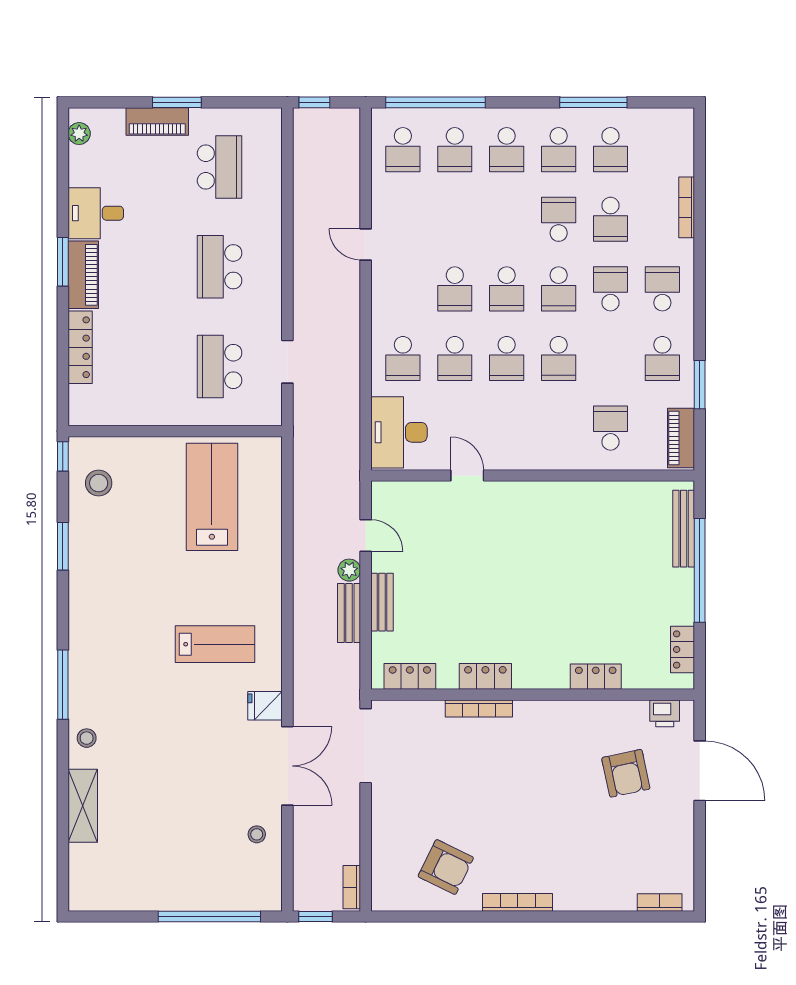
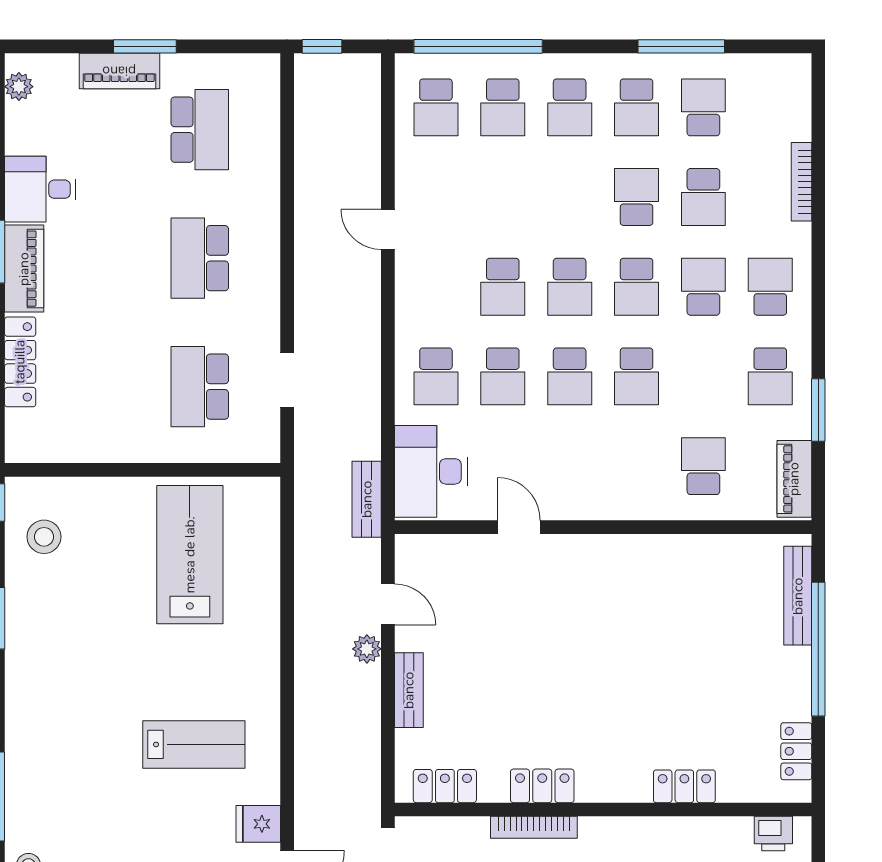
school desk: (610, 150) -> (703, 107), turned 180
bench: (349, 613) -> (367, 499), moved

